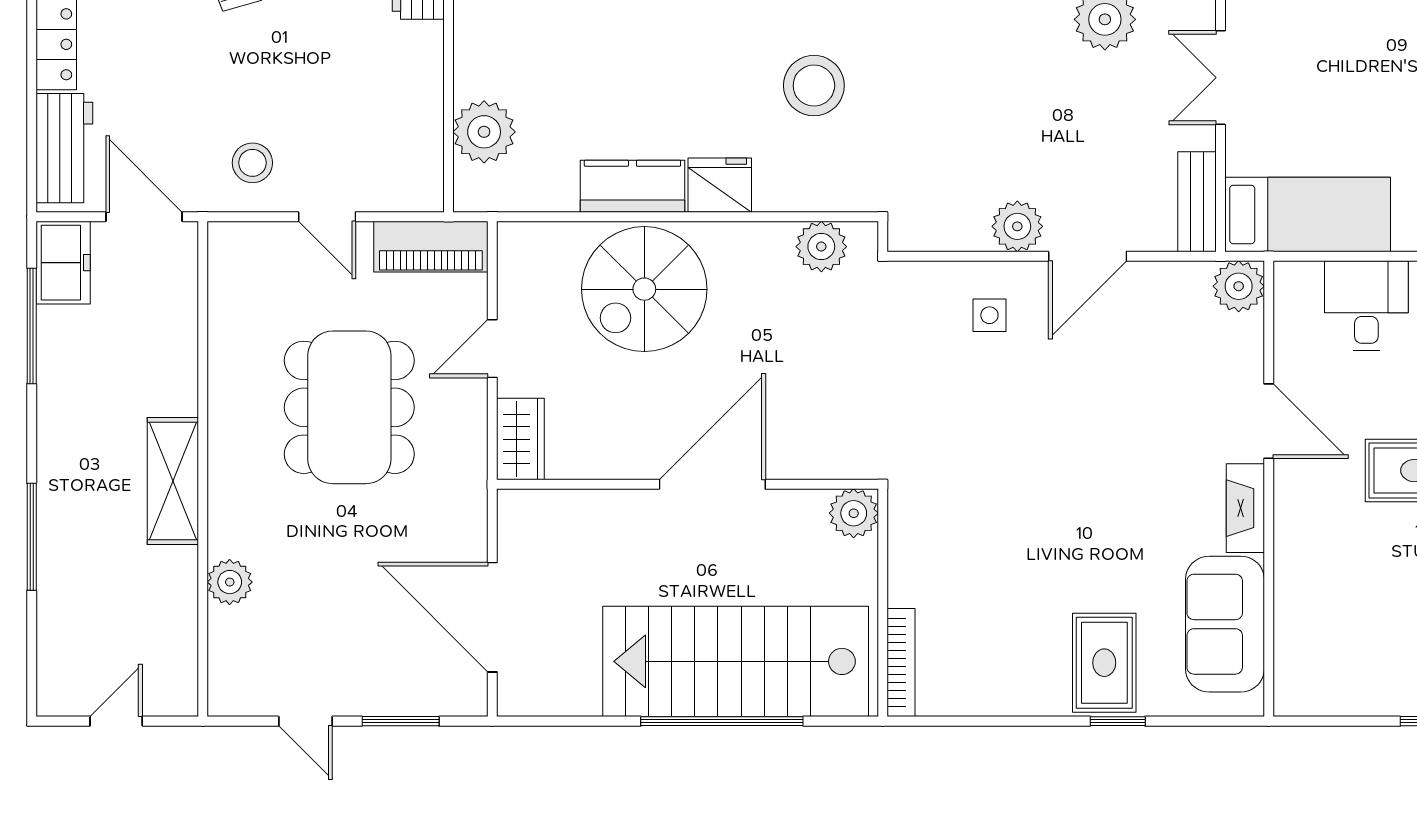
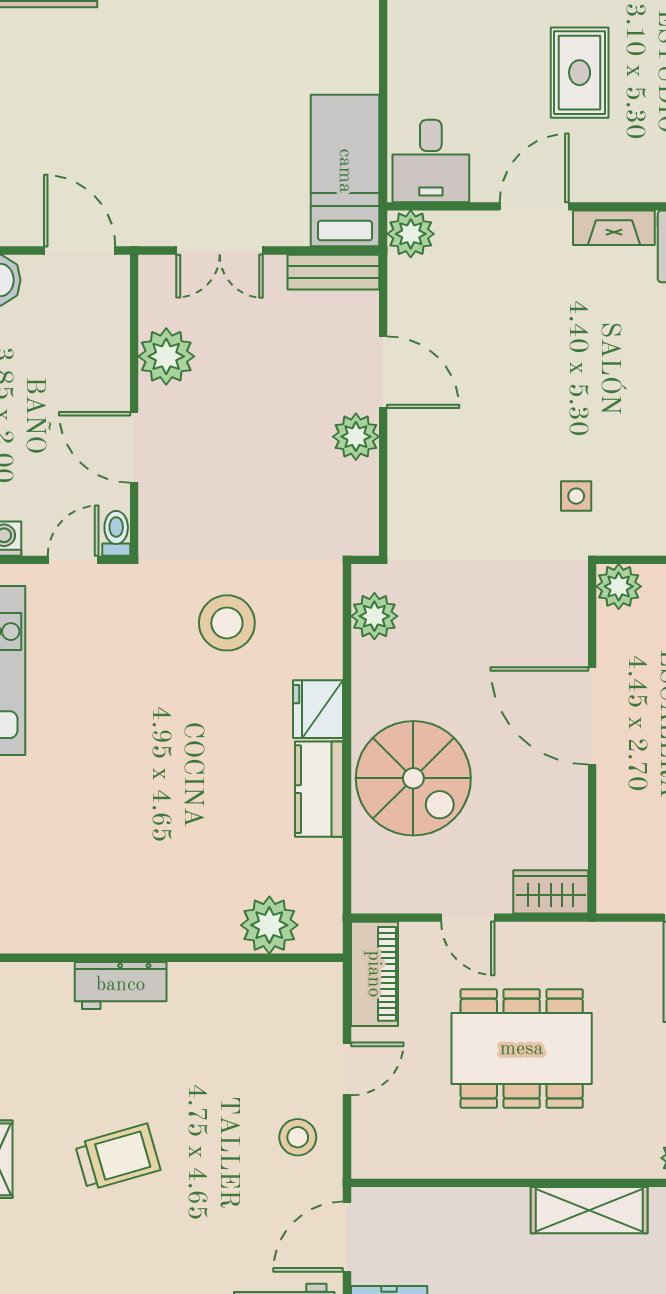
desk: (1366, 306) -> (431, 161), moved, turned -90
side table: (989, 315) -> (576, 496), moved

